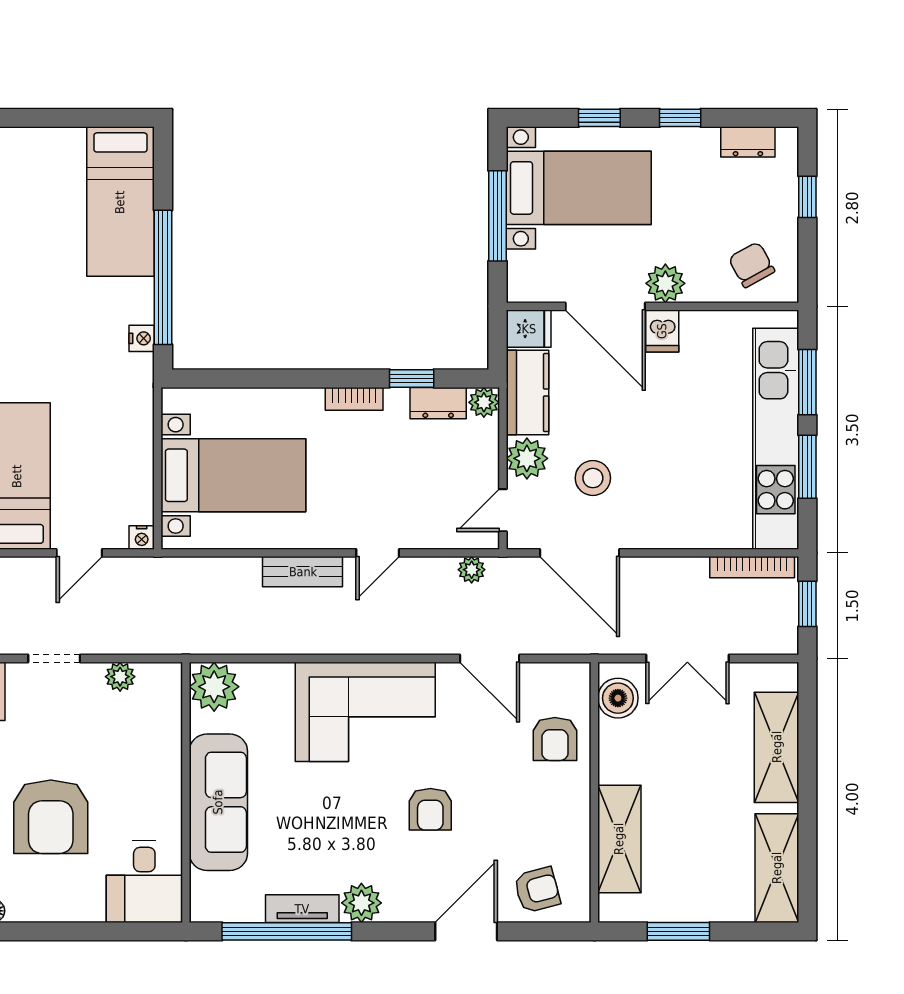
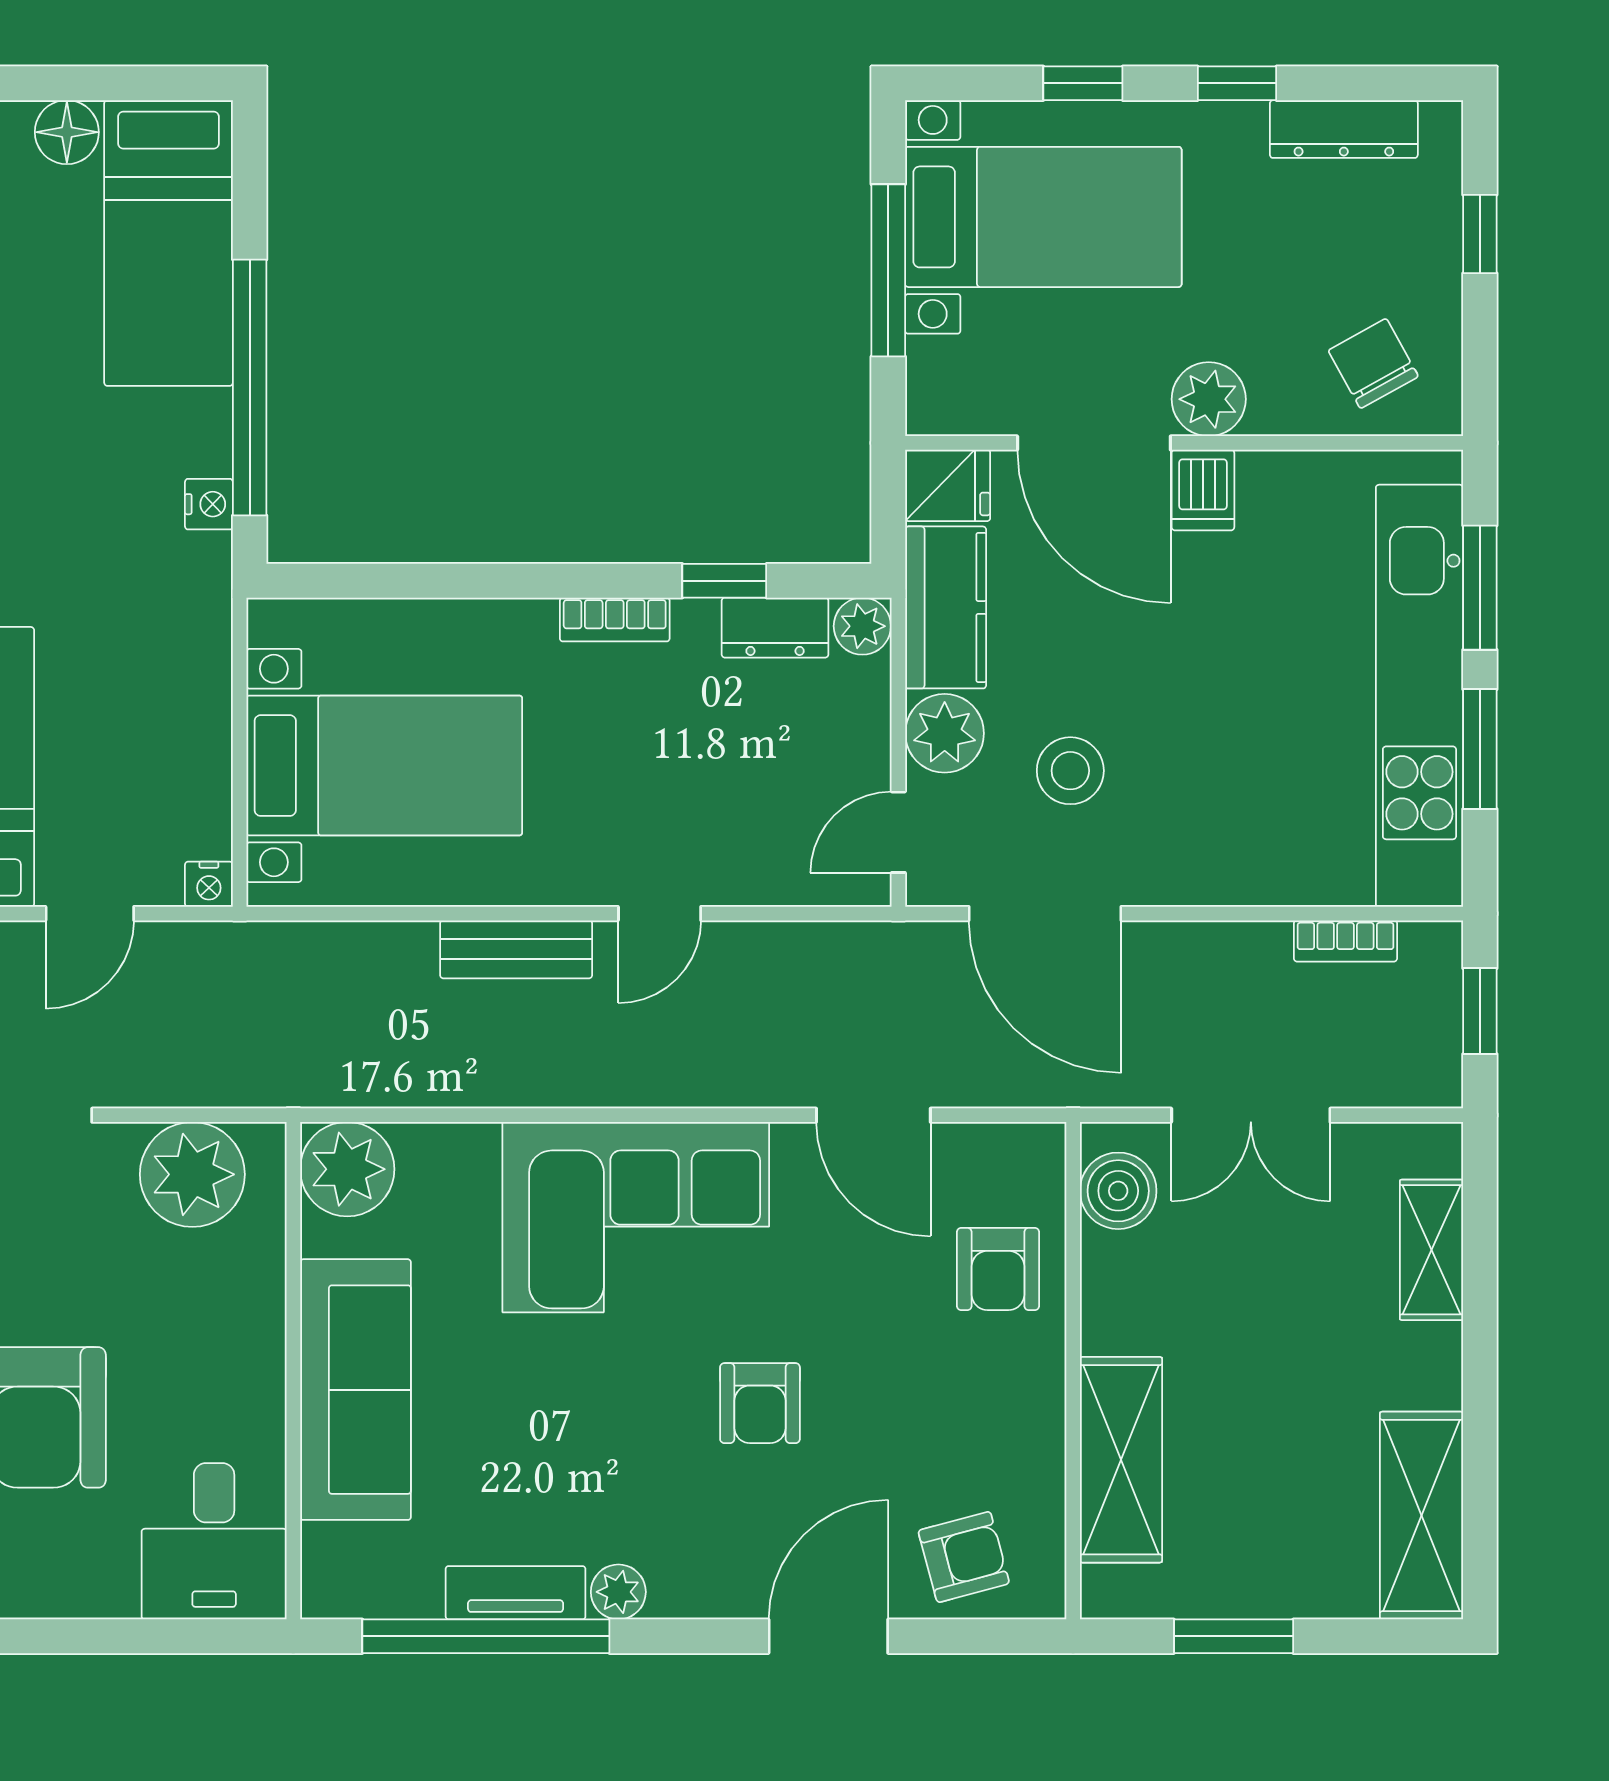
dresser: (748, 142) -> (1344, 129), width x1.44
floor lamp: (67, 144) -> (67, 132), added
bookcase: (752, 567) -> (1345, 941), width x0.64
plant: (472, 570) -> (839, 946), removed
plant: (120, 677) -> (192, 1174), width x1.88, depth x1.88
shelving: (777, 747) -> (1431, 1250), width x0.67, depth x0.75
plant: (361, 903) -> (618, 1592), width x0.73, depth x0.73

